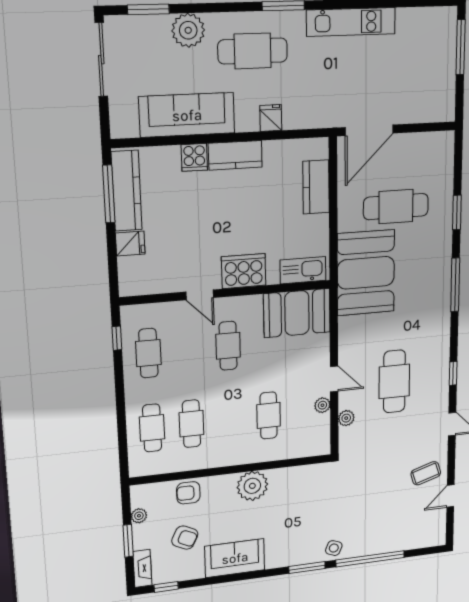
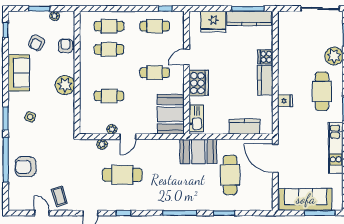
sofa: (187, 115) -> (306, 199), moved, turned -90
fridge: (130, 244) -> (213, 22), width x1.88, depth x1.34
booth: (366, 273) -> (198, 151), width x0.73, depth x0.70
armchair: (381, 528) -> (26, 167), added
side table: (334, 548) -> (30, 117), moved
fireplace: (142, 568) -> (20, 16), removed

